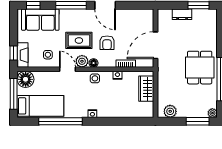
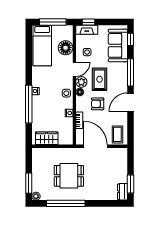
dresser: (182, 14) -> (123, 192), moved
coffee table: (142, 20) -> (117, 134), added
dining table: (200, 68) -> (69, 176), moved
floor lamp: (26, 79) -> (66, 48), moved
wardrobe: (146, 89) -> (47, 138), moved
plant: (170, 111) -> (38, 159), removed
window: (61, 121) -> (29, 104), moved

